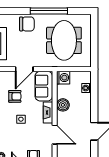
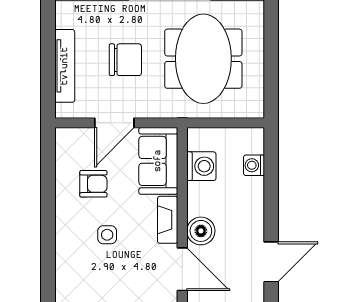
chair: (27, 24) -> (125, 60), moved
washing machine: (63, 78) -> (201, 166), moved
boiler: (63, 105) -> (201, 231), moved

